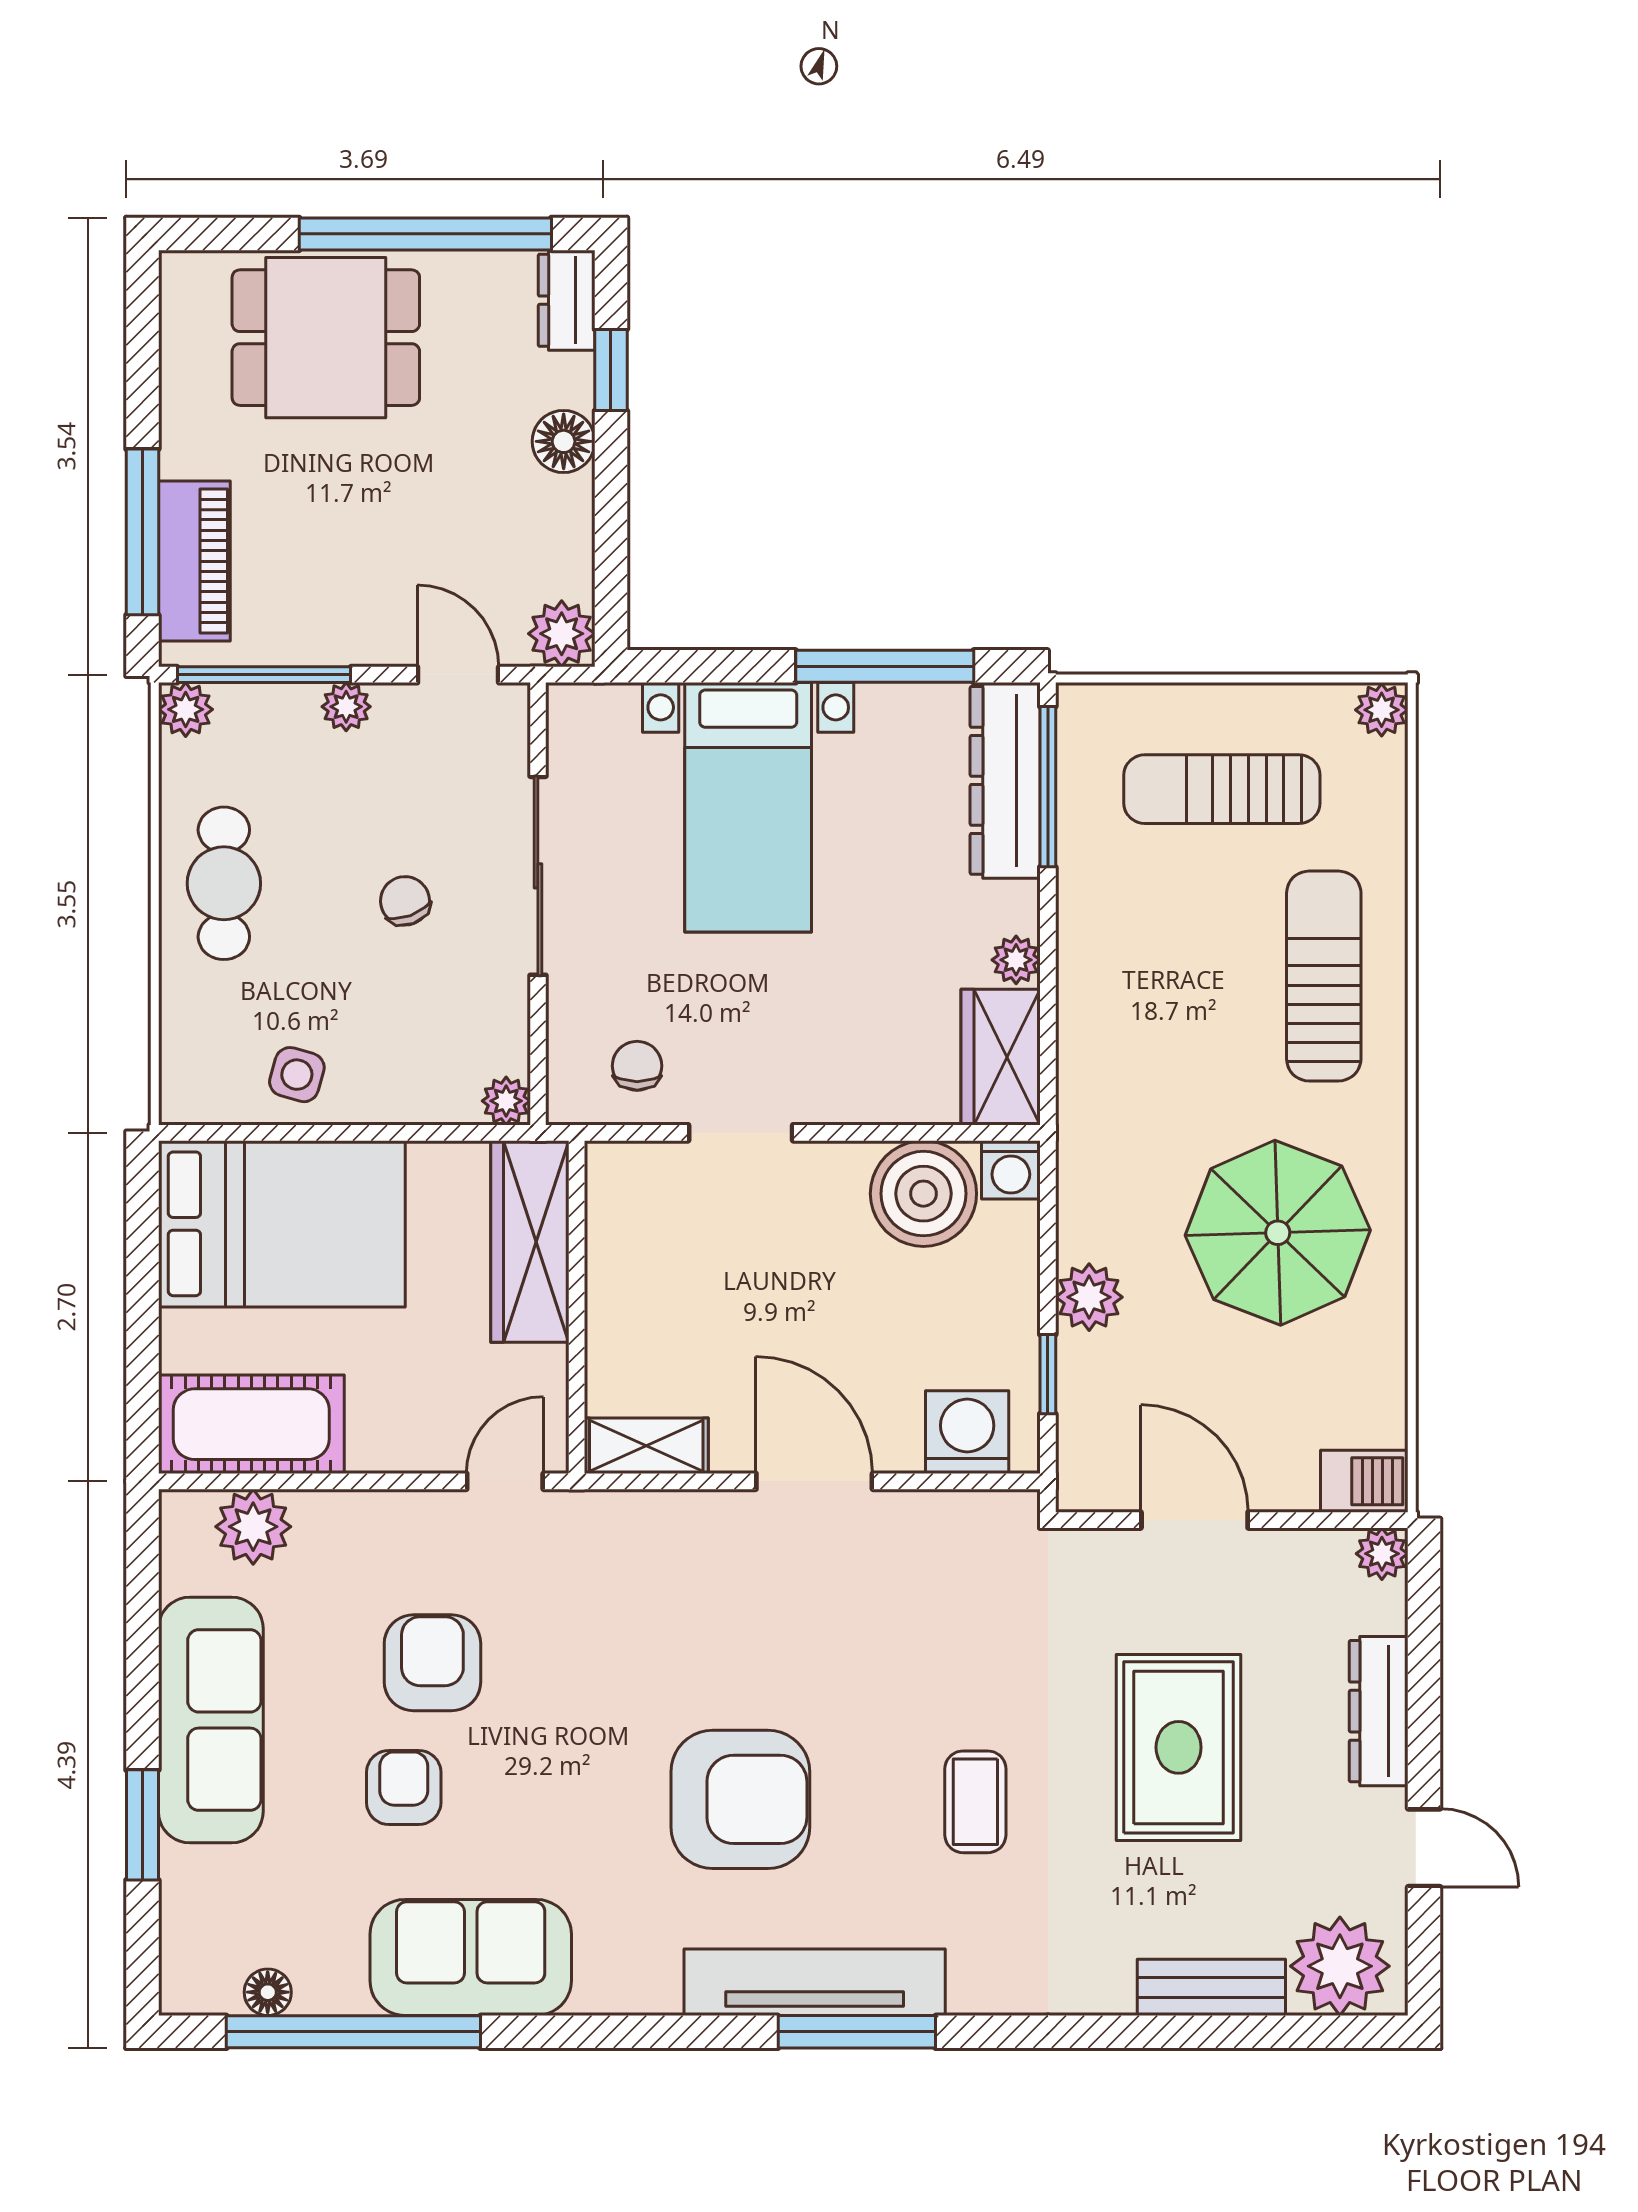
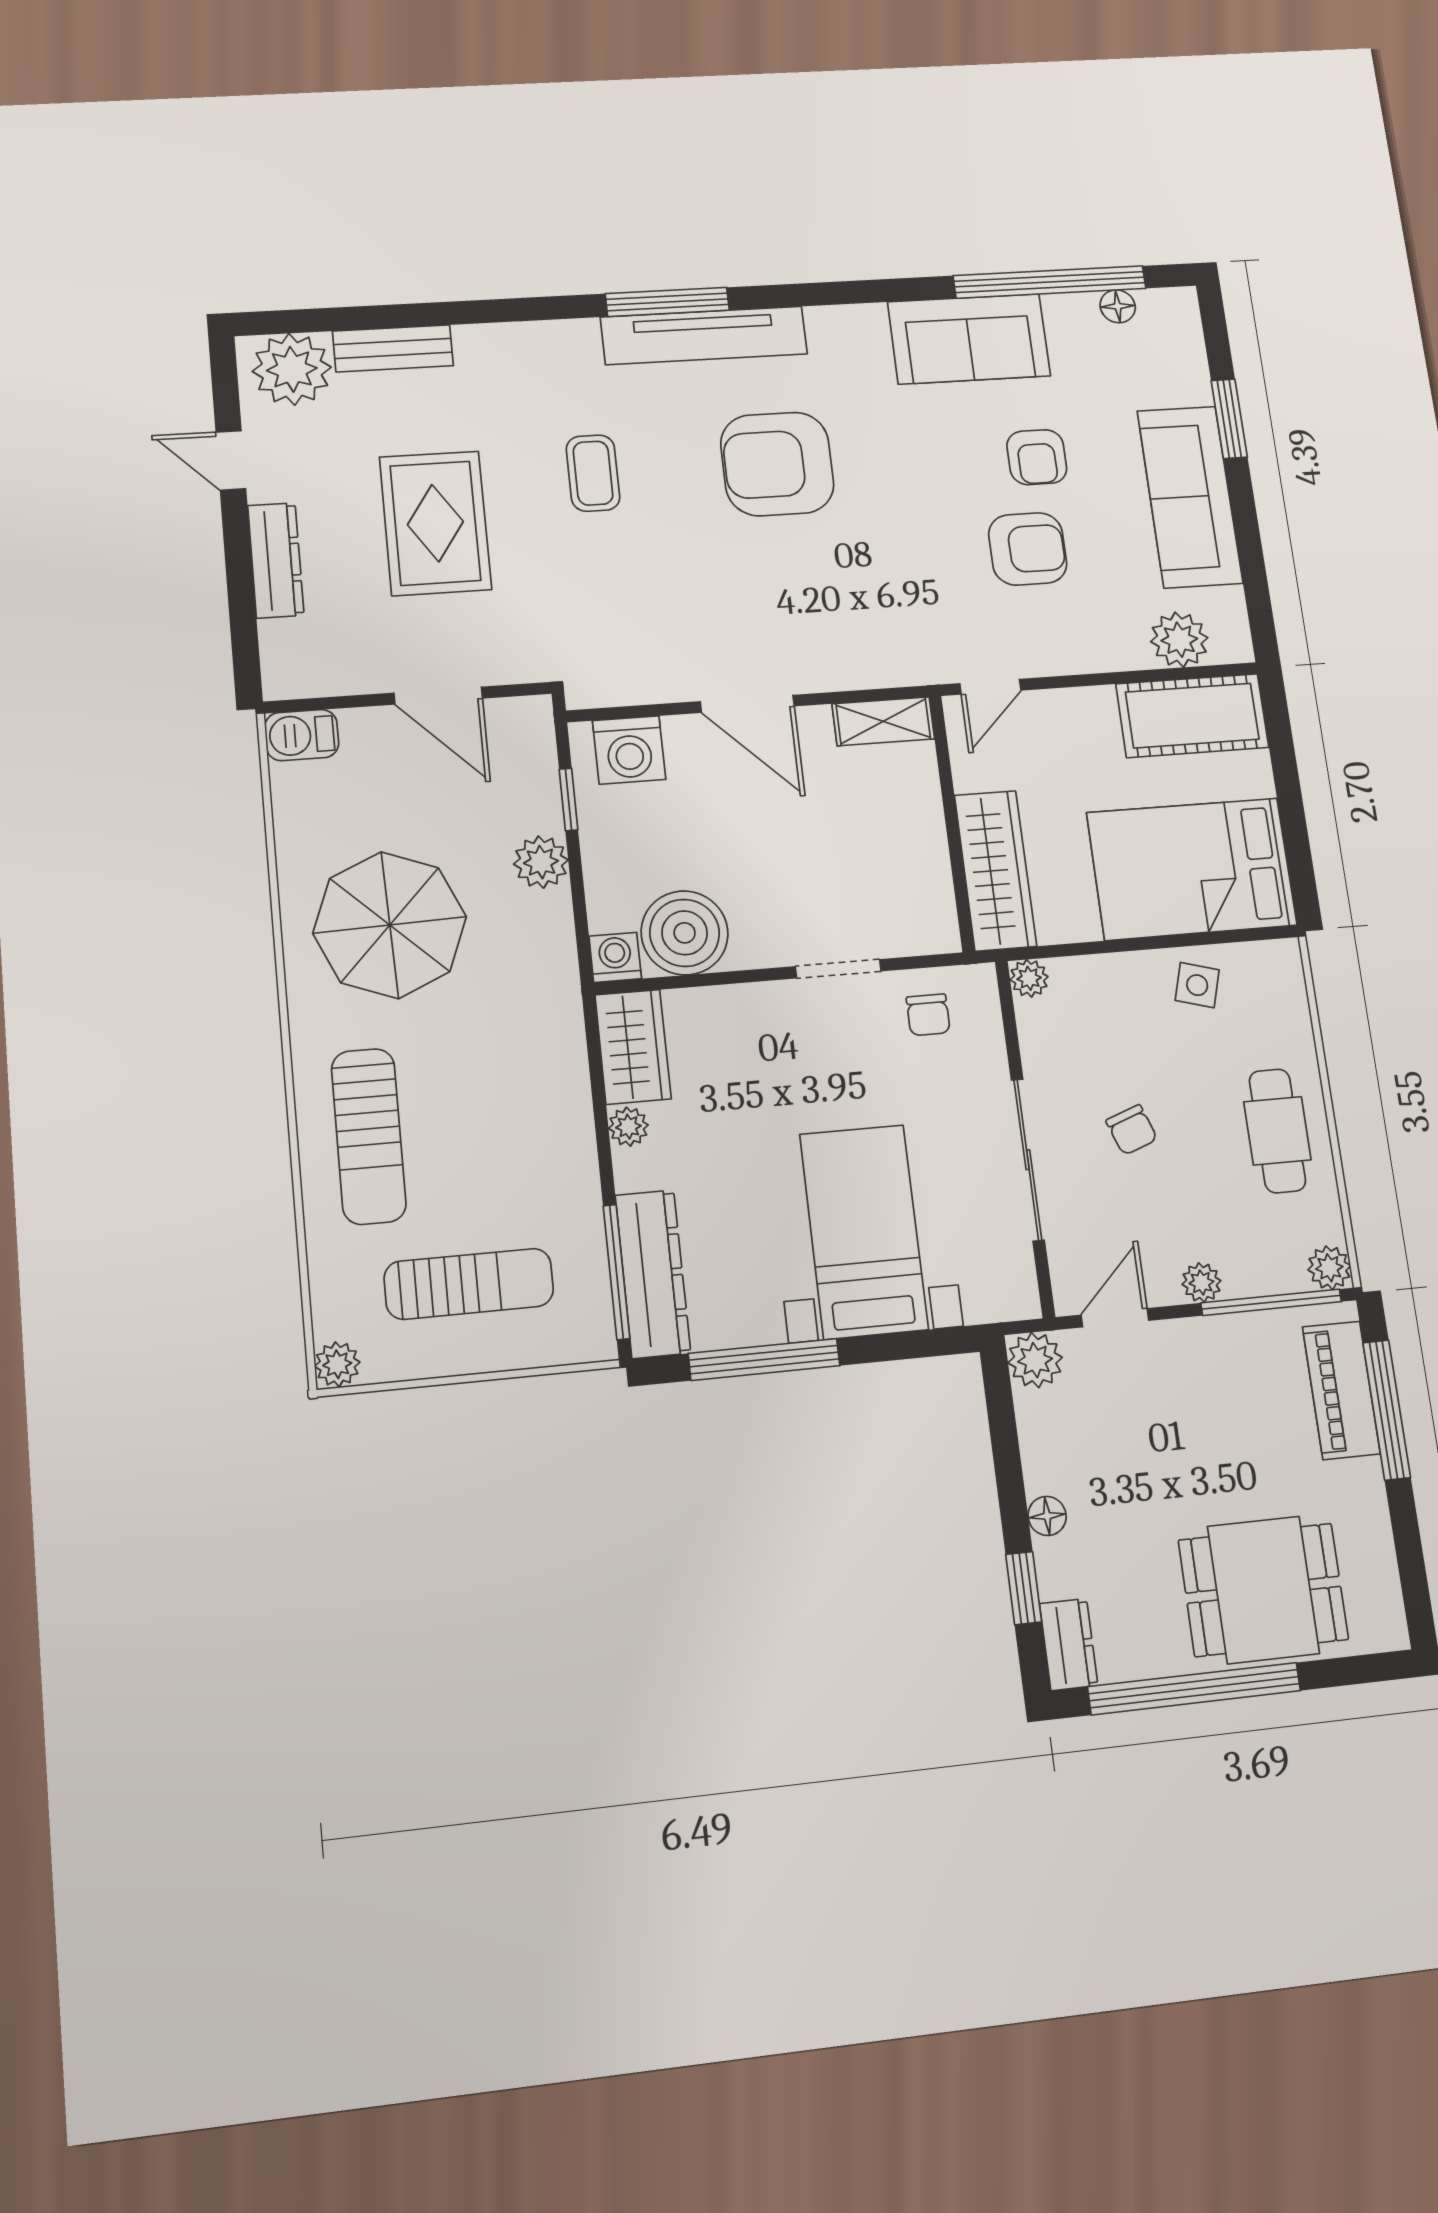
floor lamp: (564, 441) -> (1047, 1516), width x0.73, depth x0.73
door: (458, 675) -> (1115, 1318), swing flipped
plant: (1382, 1554) -> (283, 680), removed
armchair: (432, 1663) -> (1028, 549), turned -90

